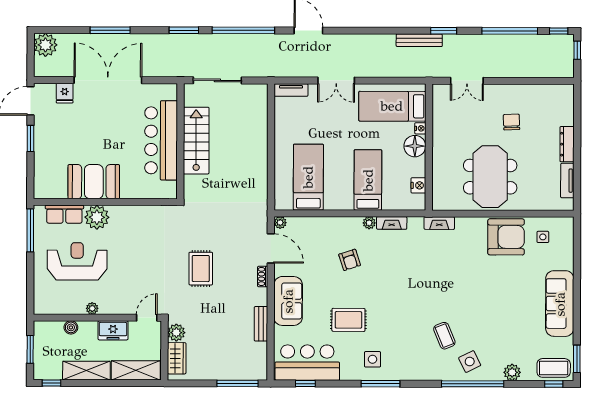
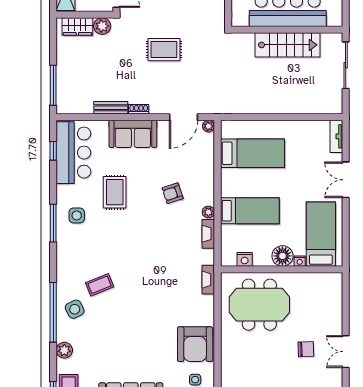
double door: (467, 81) -> (346, 352), moved
meeting table: (490, 177) -> (259, 305), moved
shoe rack: (263, 276) -> (139, 109), moved

